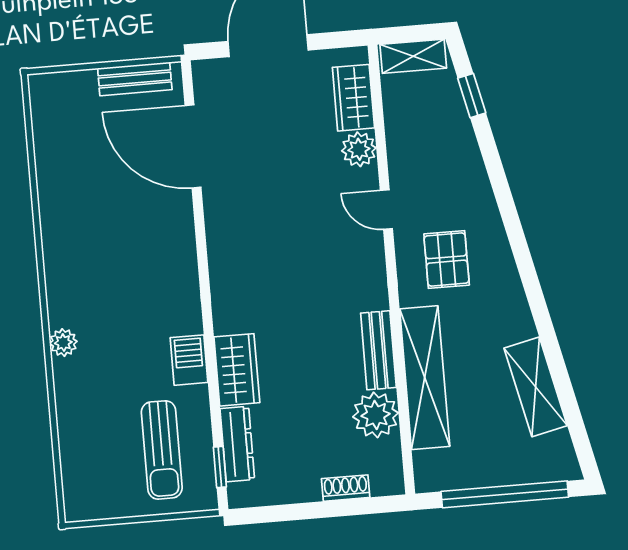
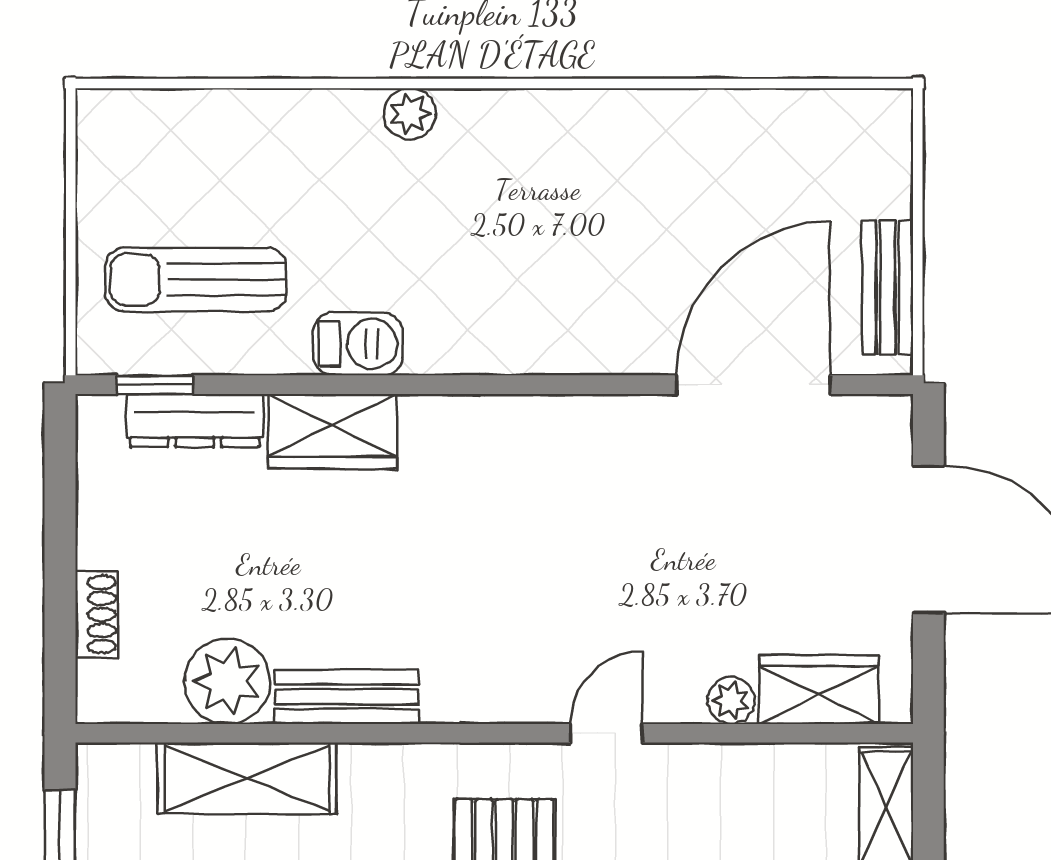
plant: (359, 149) -> (731, 701), width x0.73, depth x0.73
shelving: (425, 378) -> (247, 778), width x0.68

